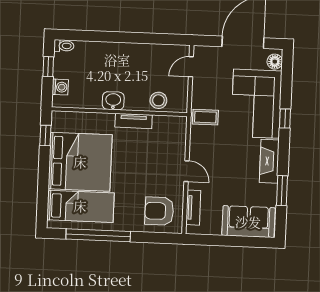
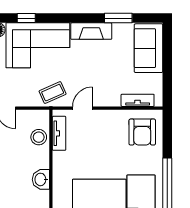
coffee table: (205, 117) -> (53, 93), turned 66
window: (285, 118) -> (26, 18), moved
tv unit: (134, 121) -> (59, 133), moved
door: (187, 171) -> (83, 108), moved

